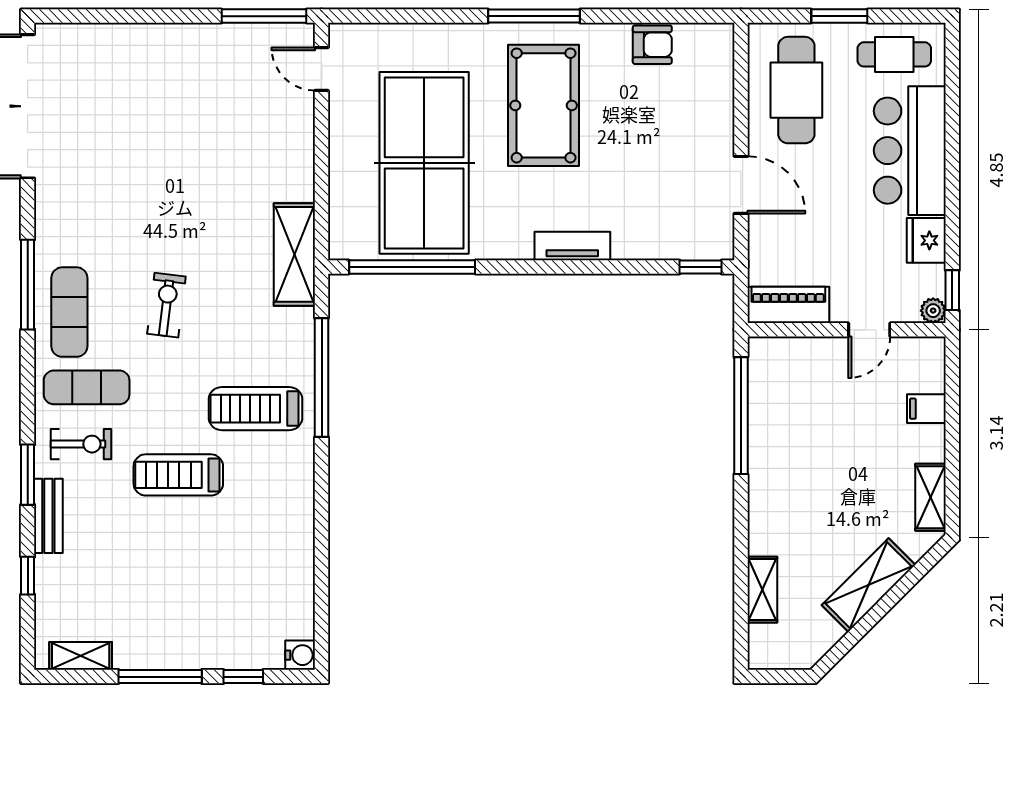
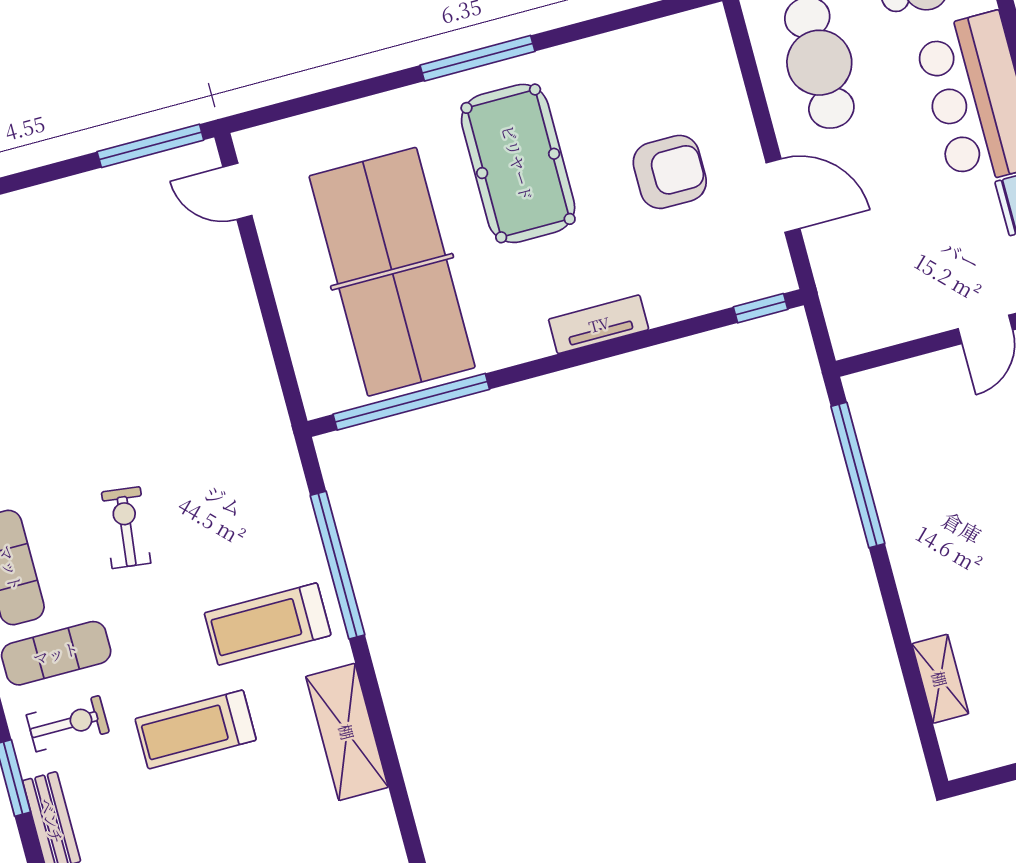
armchair: (652, 45) -> (670, 172), moved, width x1.38, depth x1.38
shelving: (294, 254) -> (347, 732), moved
piano: (788, 305) -> (879, 326), removed

